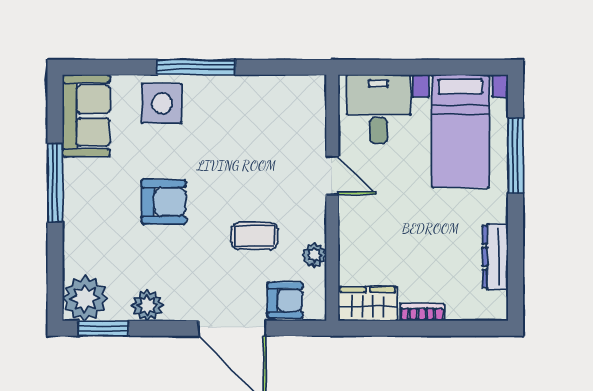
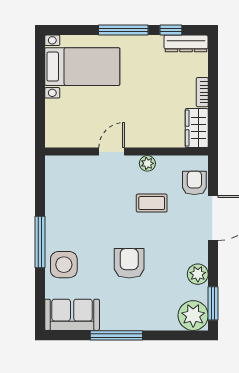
desk: (378, 109) -> (68, 121), removed
window: (516, 155) -> (123, 30), moved
coffee table: (255, 236) -> (152, 203), turned 90
plant: (314, 255) -> (147, 163), moved
dresser: (495, 257) -> (186, 43), moved
window: (516, 265) -> (171, 30), added

